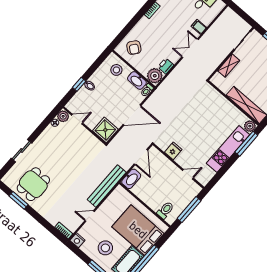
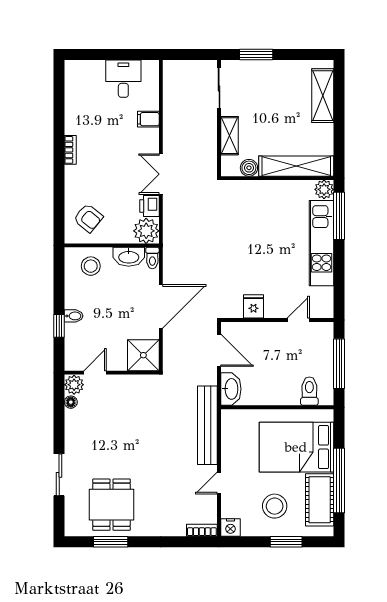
double door: (190, 48) -> (161, 174), moved
boiler: (225, 87) -> (249, 168), added

